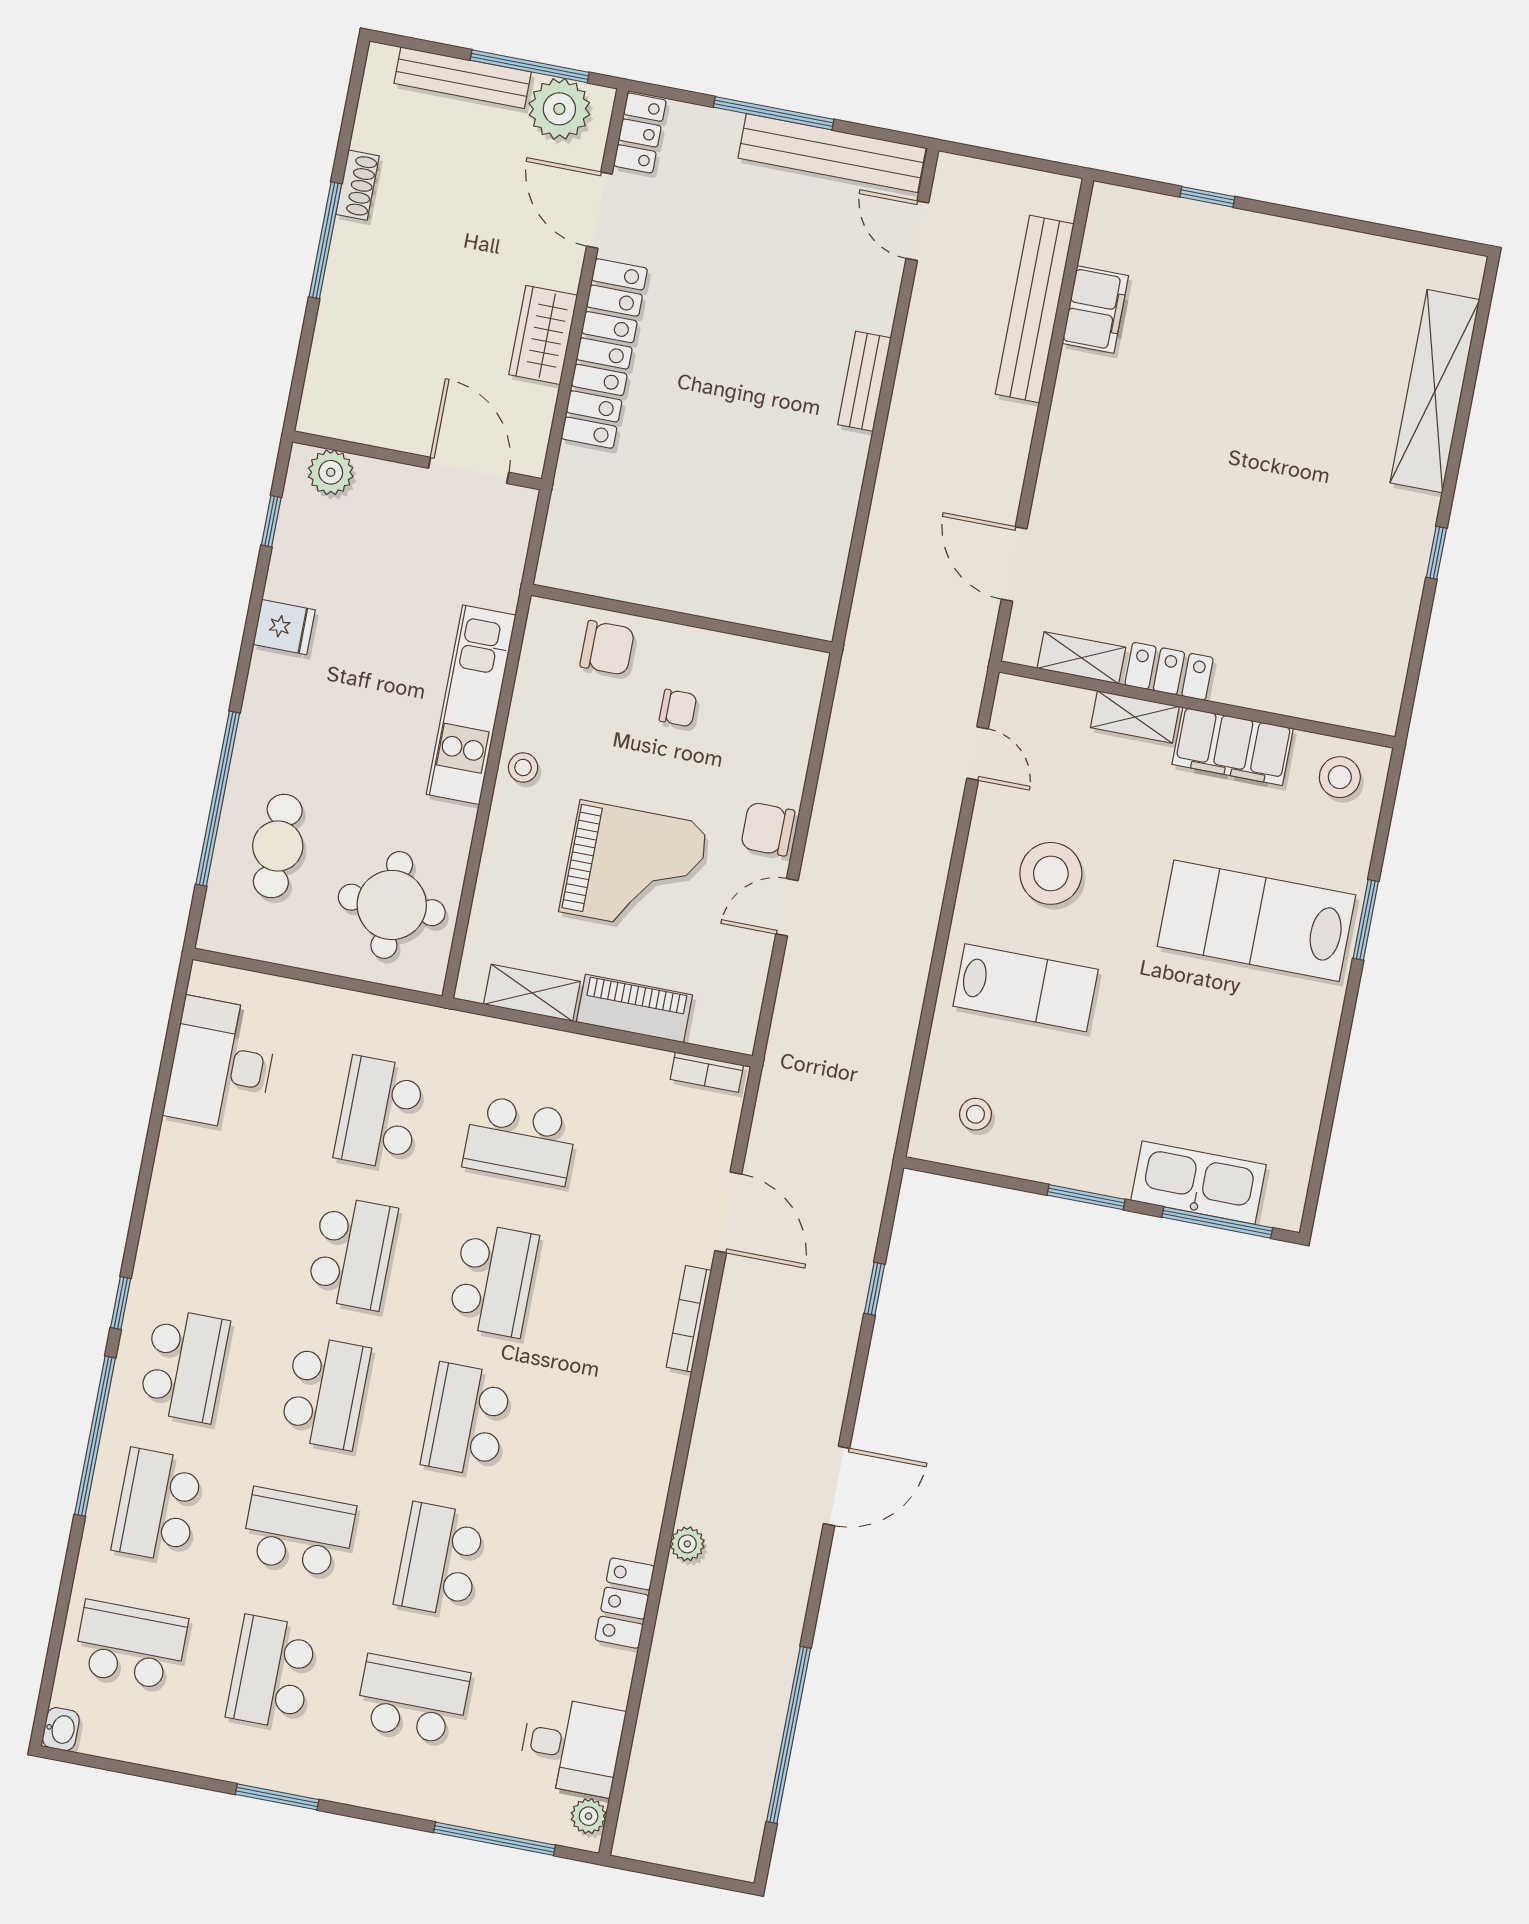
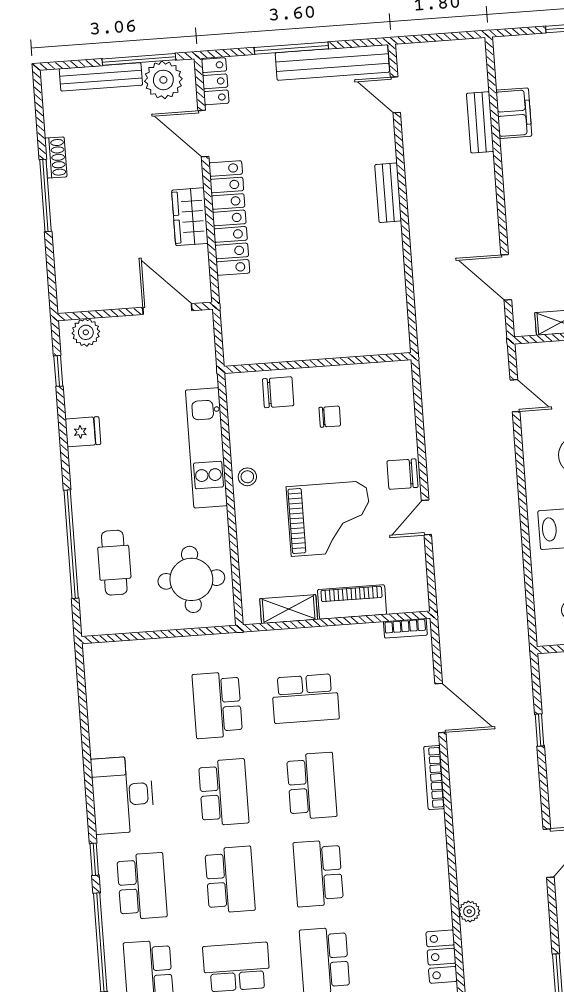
bench: (1035, 309) -> (480, 122), width x0.54, depth x0.82
desk: (221, 1064) -> (123, 795), moved

